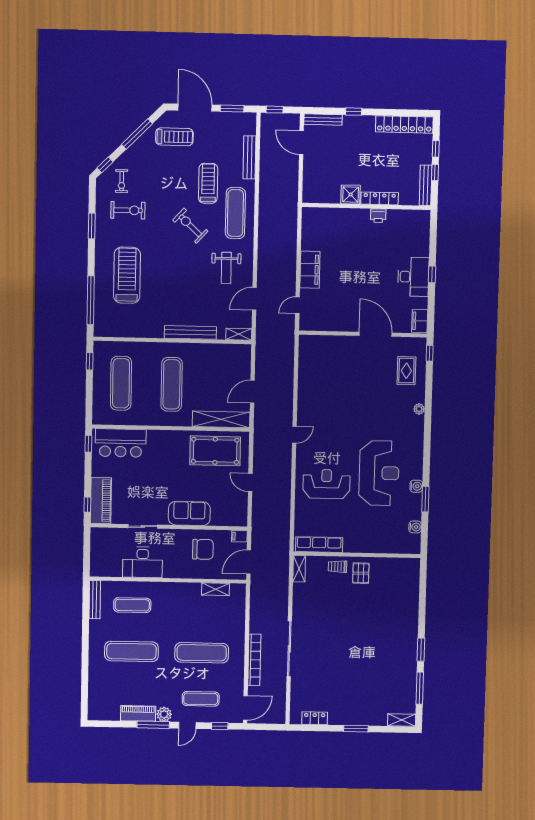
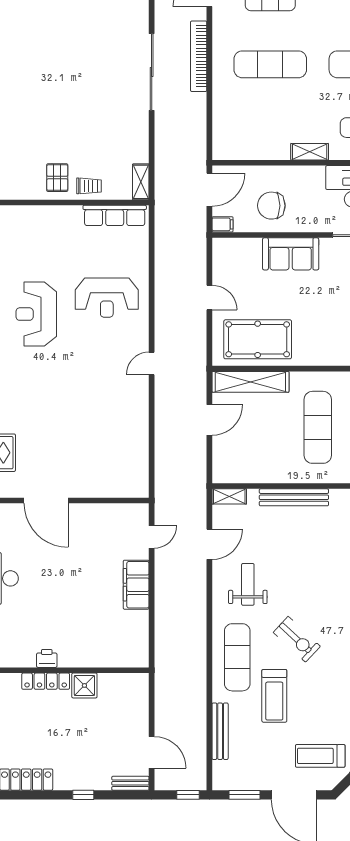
bench: (323, 120) -> (130, 783), width x0.73
reception desk: (379, 473) -> (36, 314), width x0.74, depth x0.77
shelving: (215, 589) -> (310, 152), moved

